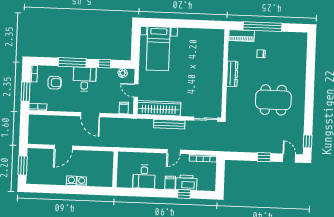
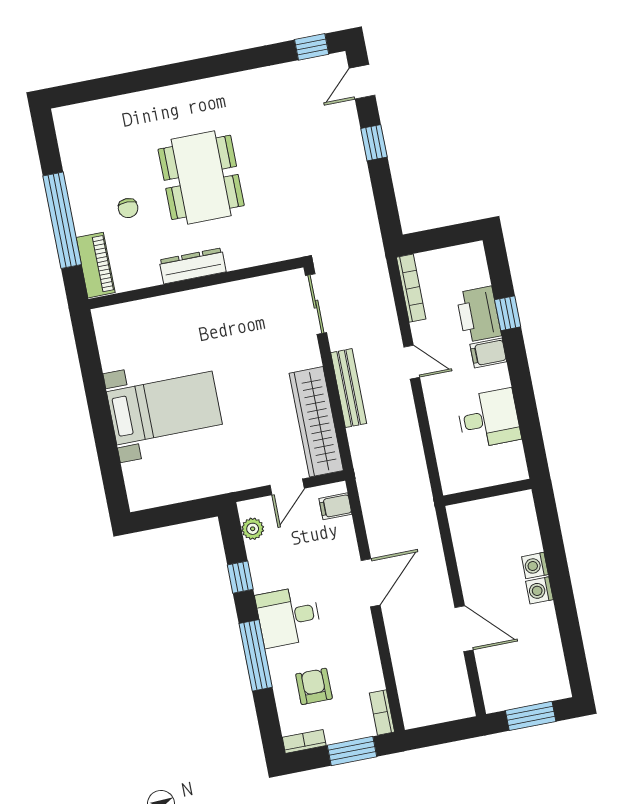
bed with nightstands: (158, 49) -> (164, 408), moved
dining table: (273, 100) -> (201, 177), moved

